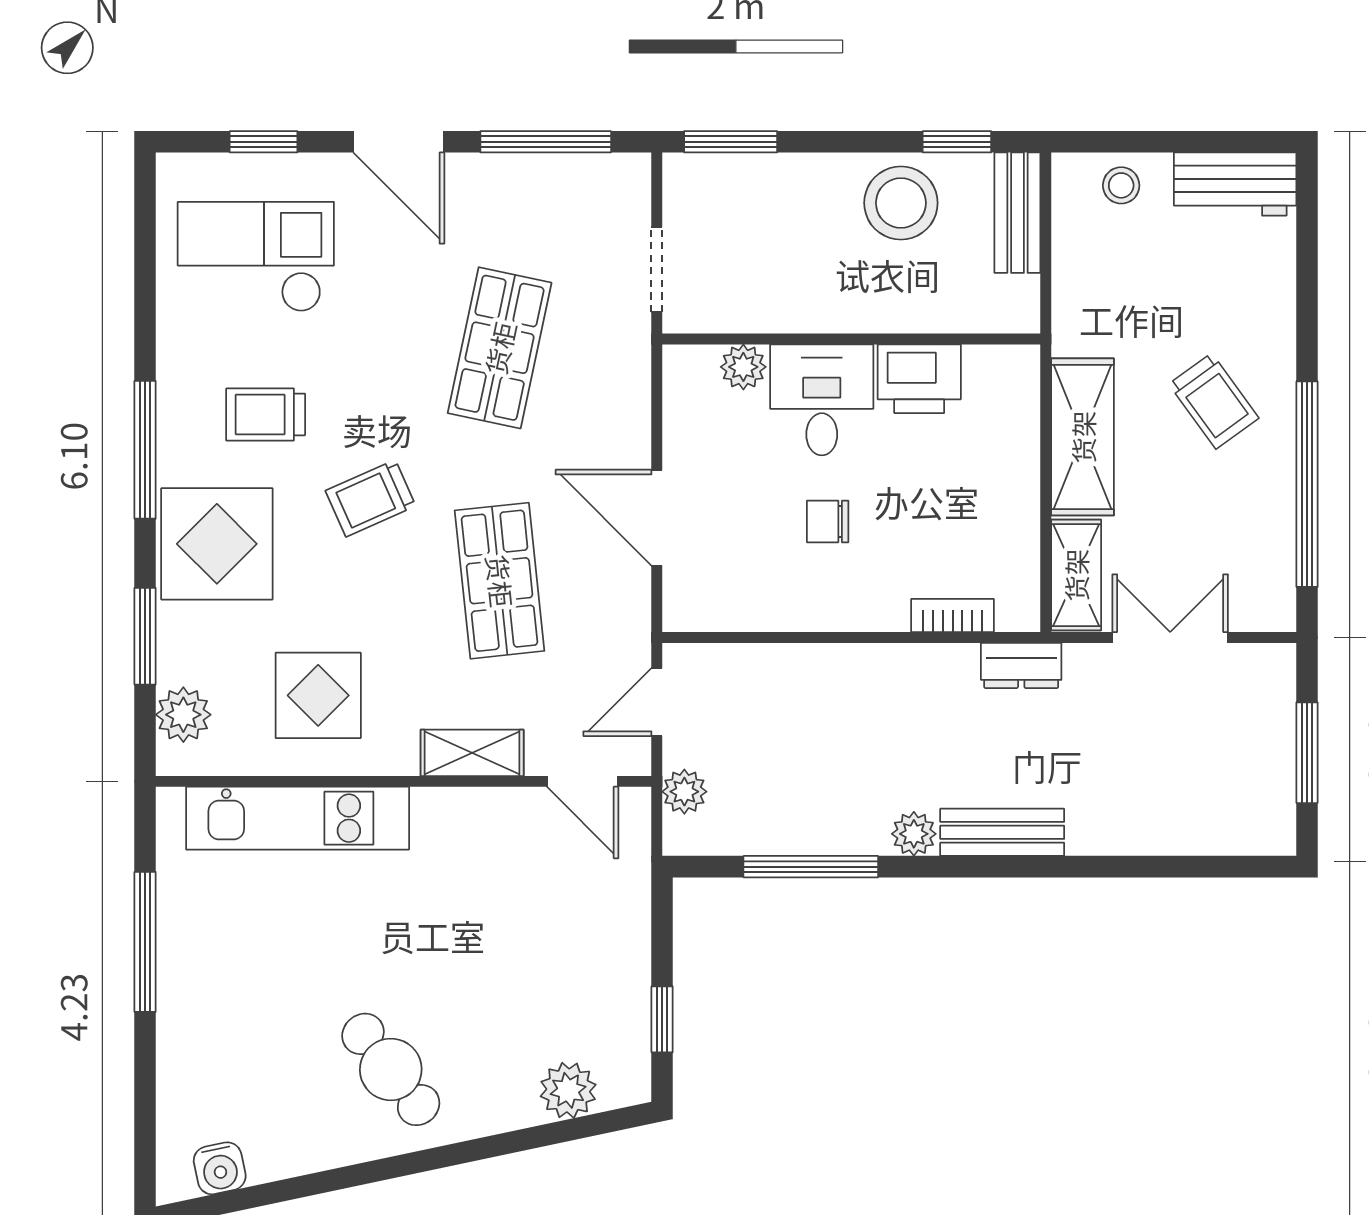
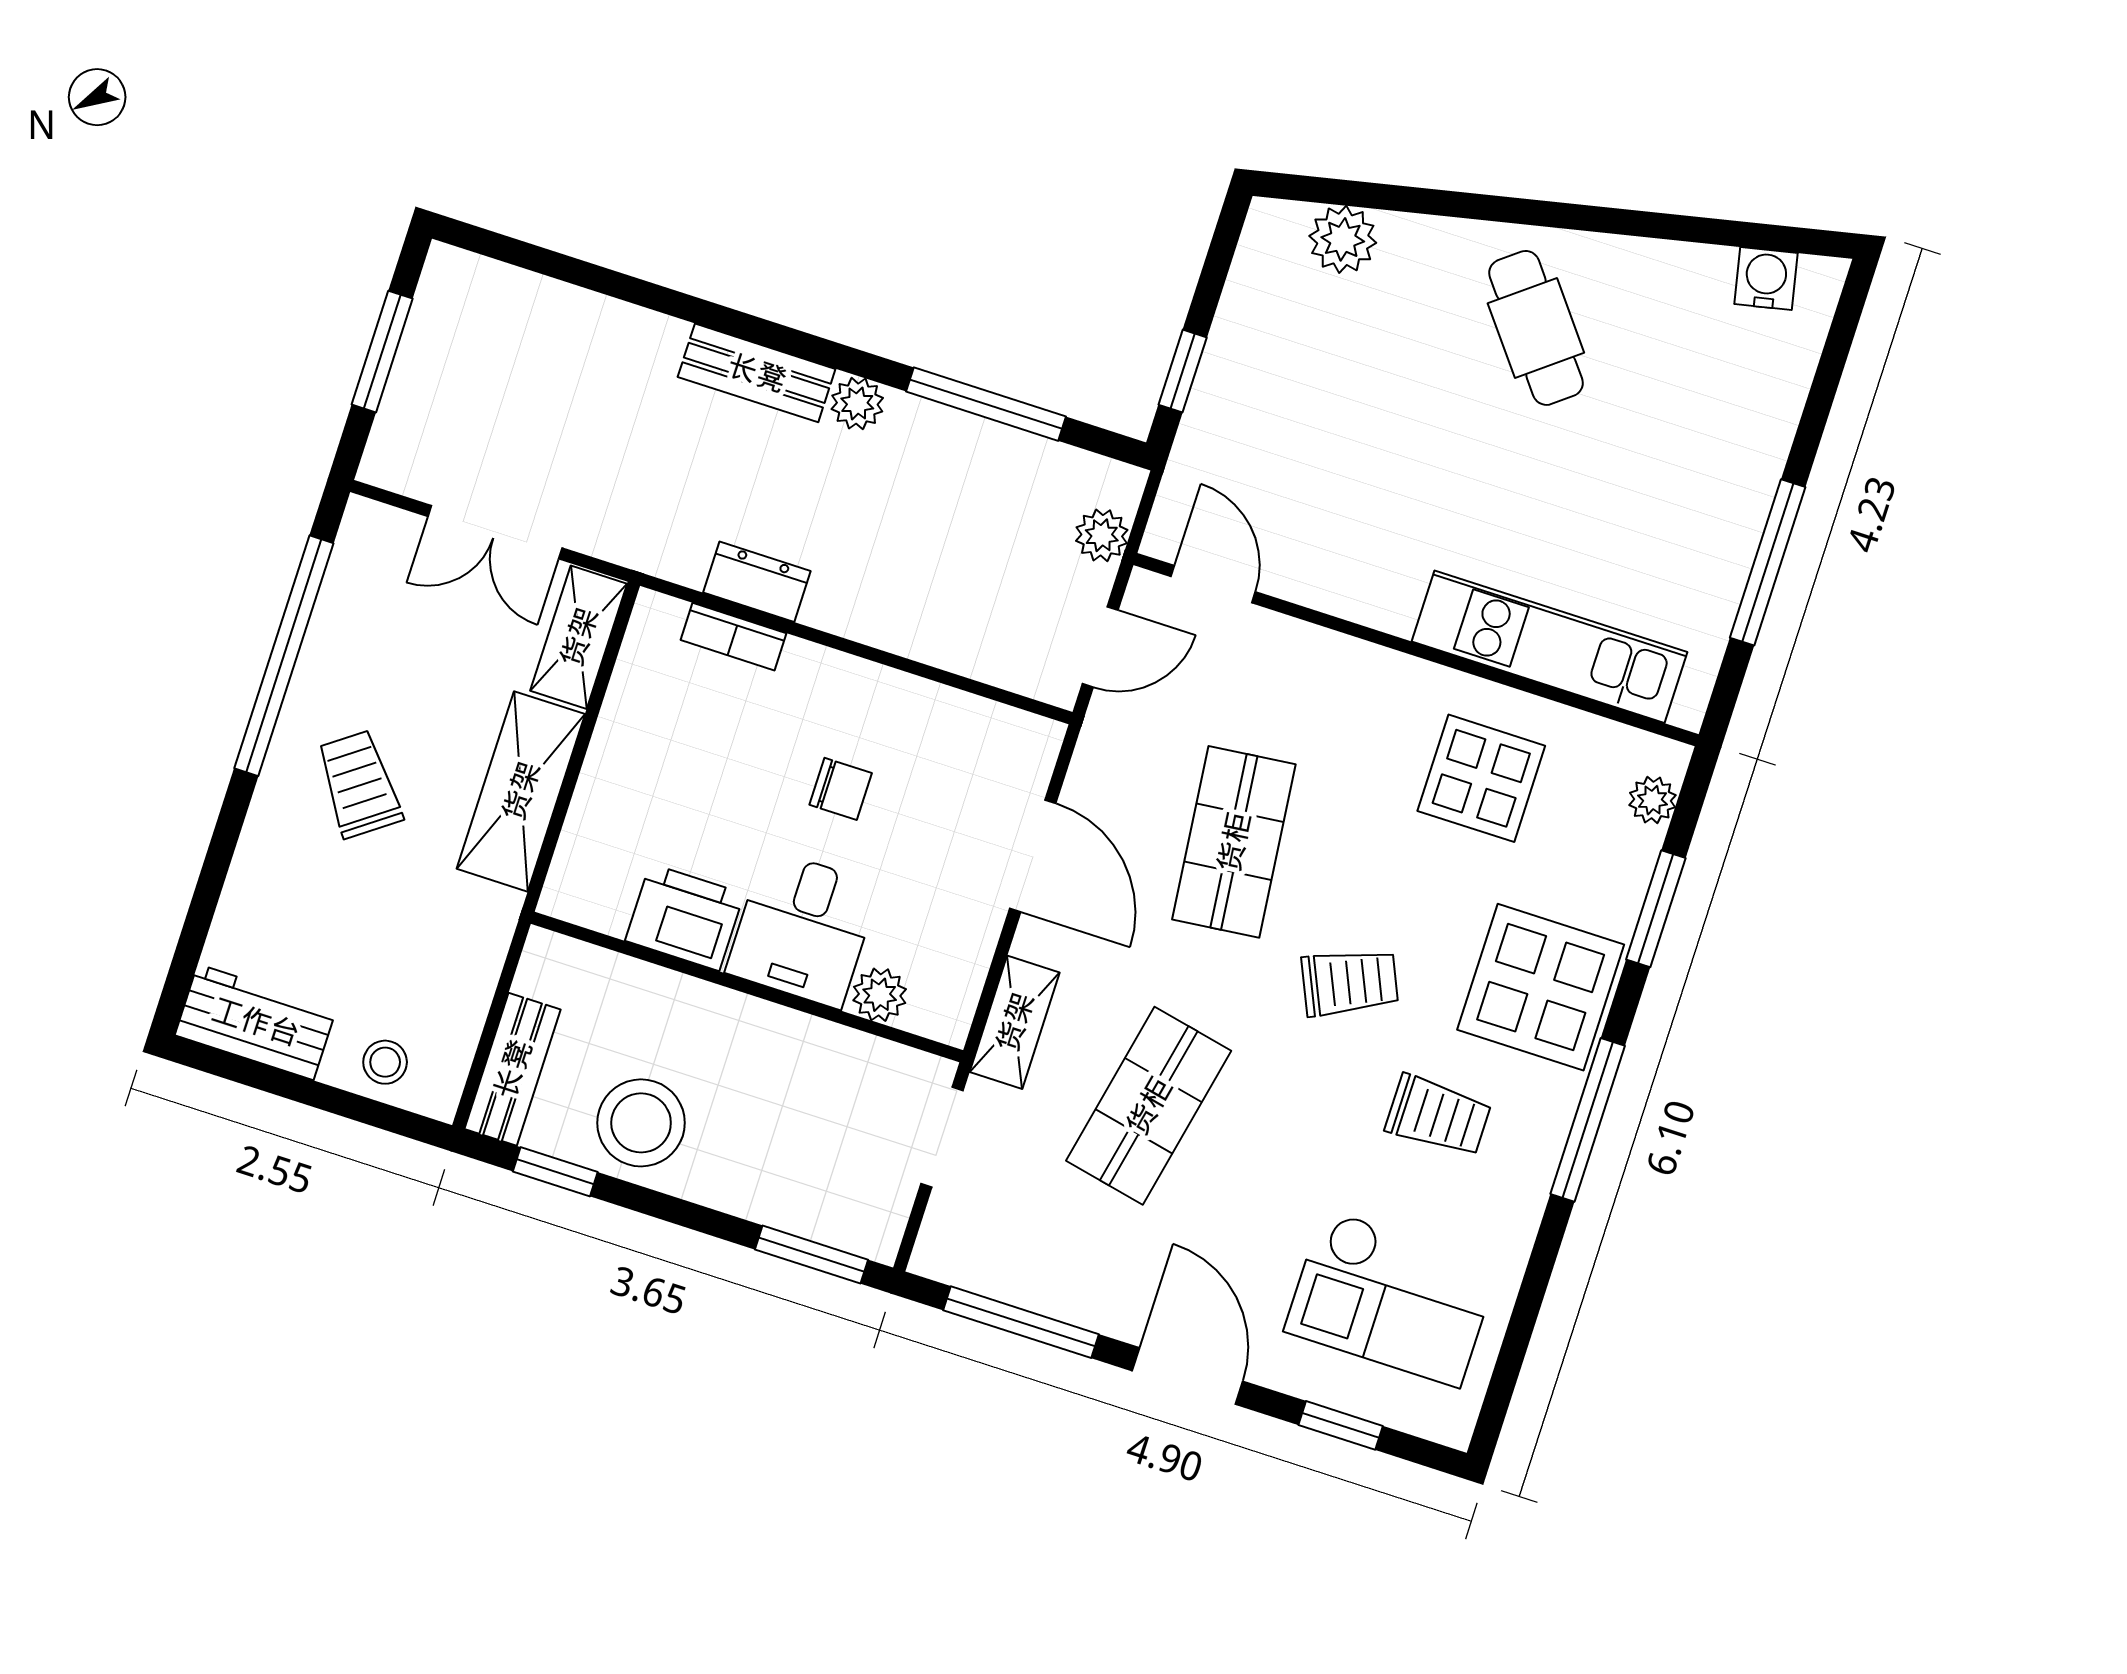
dresser: (1021, 665) -> (757, 582), moved
plant: (183, 715) -> (1652, 800), width x0.73, depth x0.73
shelving: (472, 753) -> (1015, 1022), moved, turned 90
window: (662, 1019) -> (1183, 371), moved

